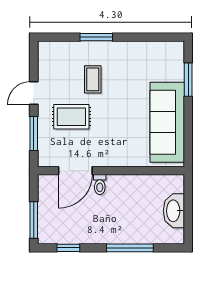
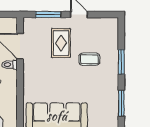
window: (151, 37) -> (121, 103), added

